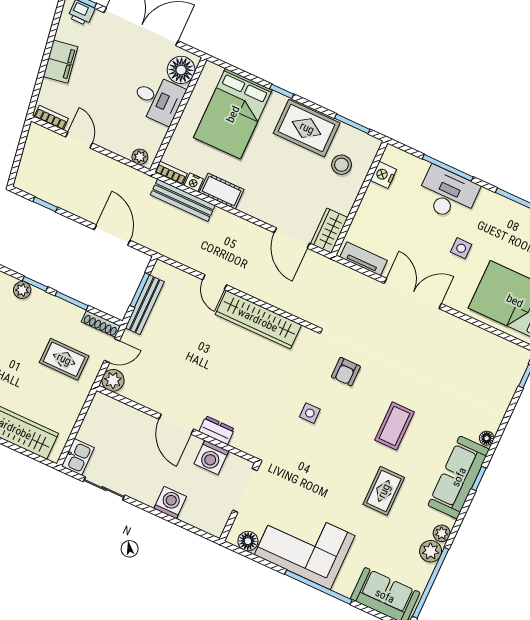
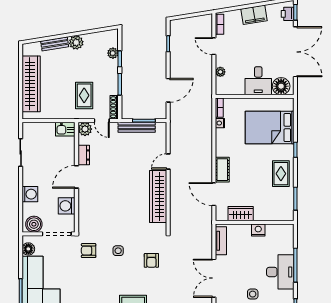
rug: (307, 128) -> (281, 174), width x0.73, depth x0.70
door: (79, 140) -> (214, 46), swing flipped
plant: (140, 157) -> (220, 72), moved
stool: (342, 165) -> (269, 203), removed
nightstand: (383, 175) -> (258, 230), moved
cot: (222, 191) -> (222, 170), moved
bench: (183, 200) -> (207, 122), removed
wardrobe: (329, 231) -> (241, 214), moved
door: (292, 238) -> (214, 194), hinge flipped
double door: (413, 294) -> (214, 278), swing flipped
armchair: (346, 372) -> (151, 260), turned -90
dresser: (217, 430) -> (84, 155), moved
armchair: (290, 455) -> (89, 251), added
kitchen sink: (78, 457) -> (65, 129), moved
boiler: (216, 517) -> (34, 224), added

